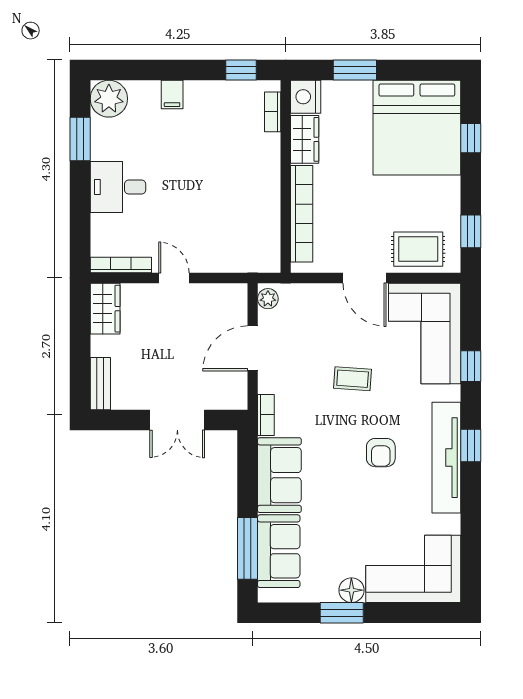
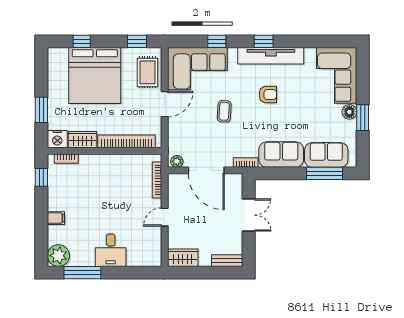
bed: (417, 128) -> (95, 75), moved, turned 90
window: (80, 139) -> (82, 273), width x1.44
bookcase: (121, 265) -> (157, 180), moved
door: (253, 348) -> (206, 170), width x1.36

